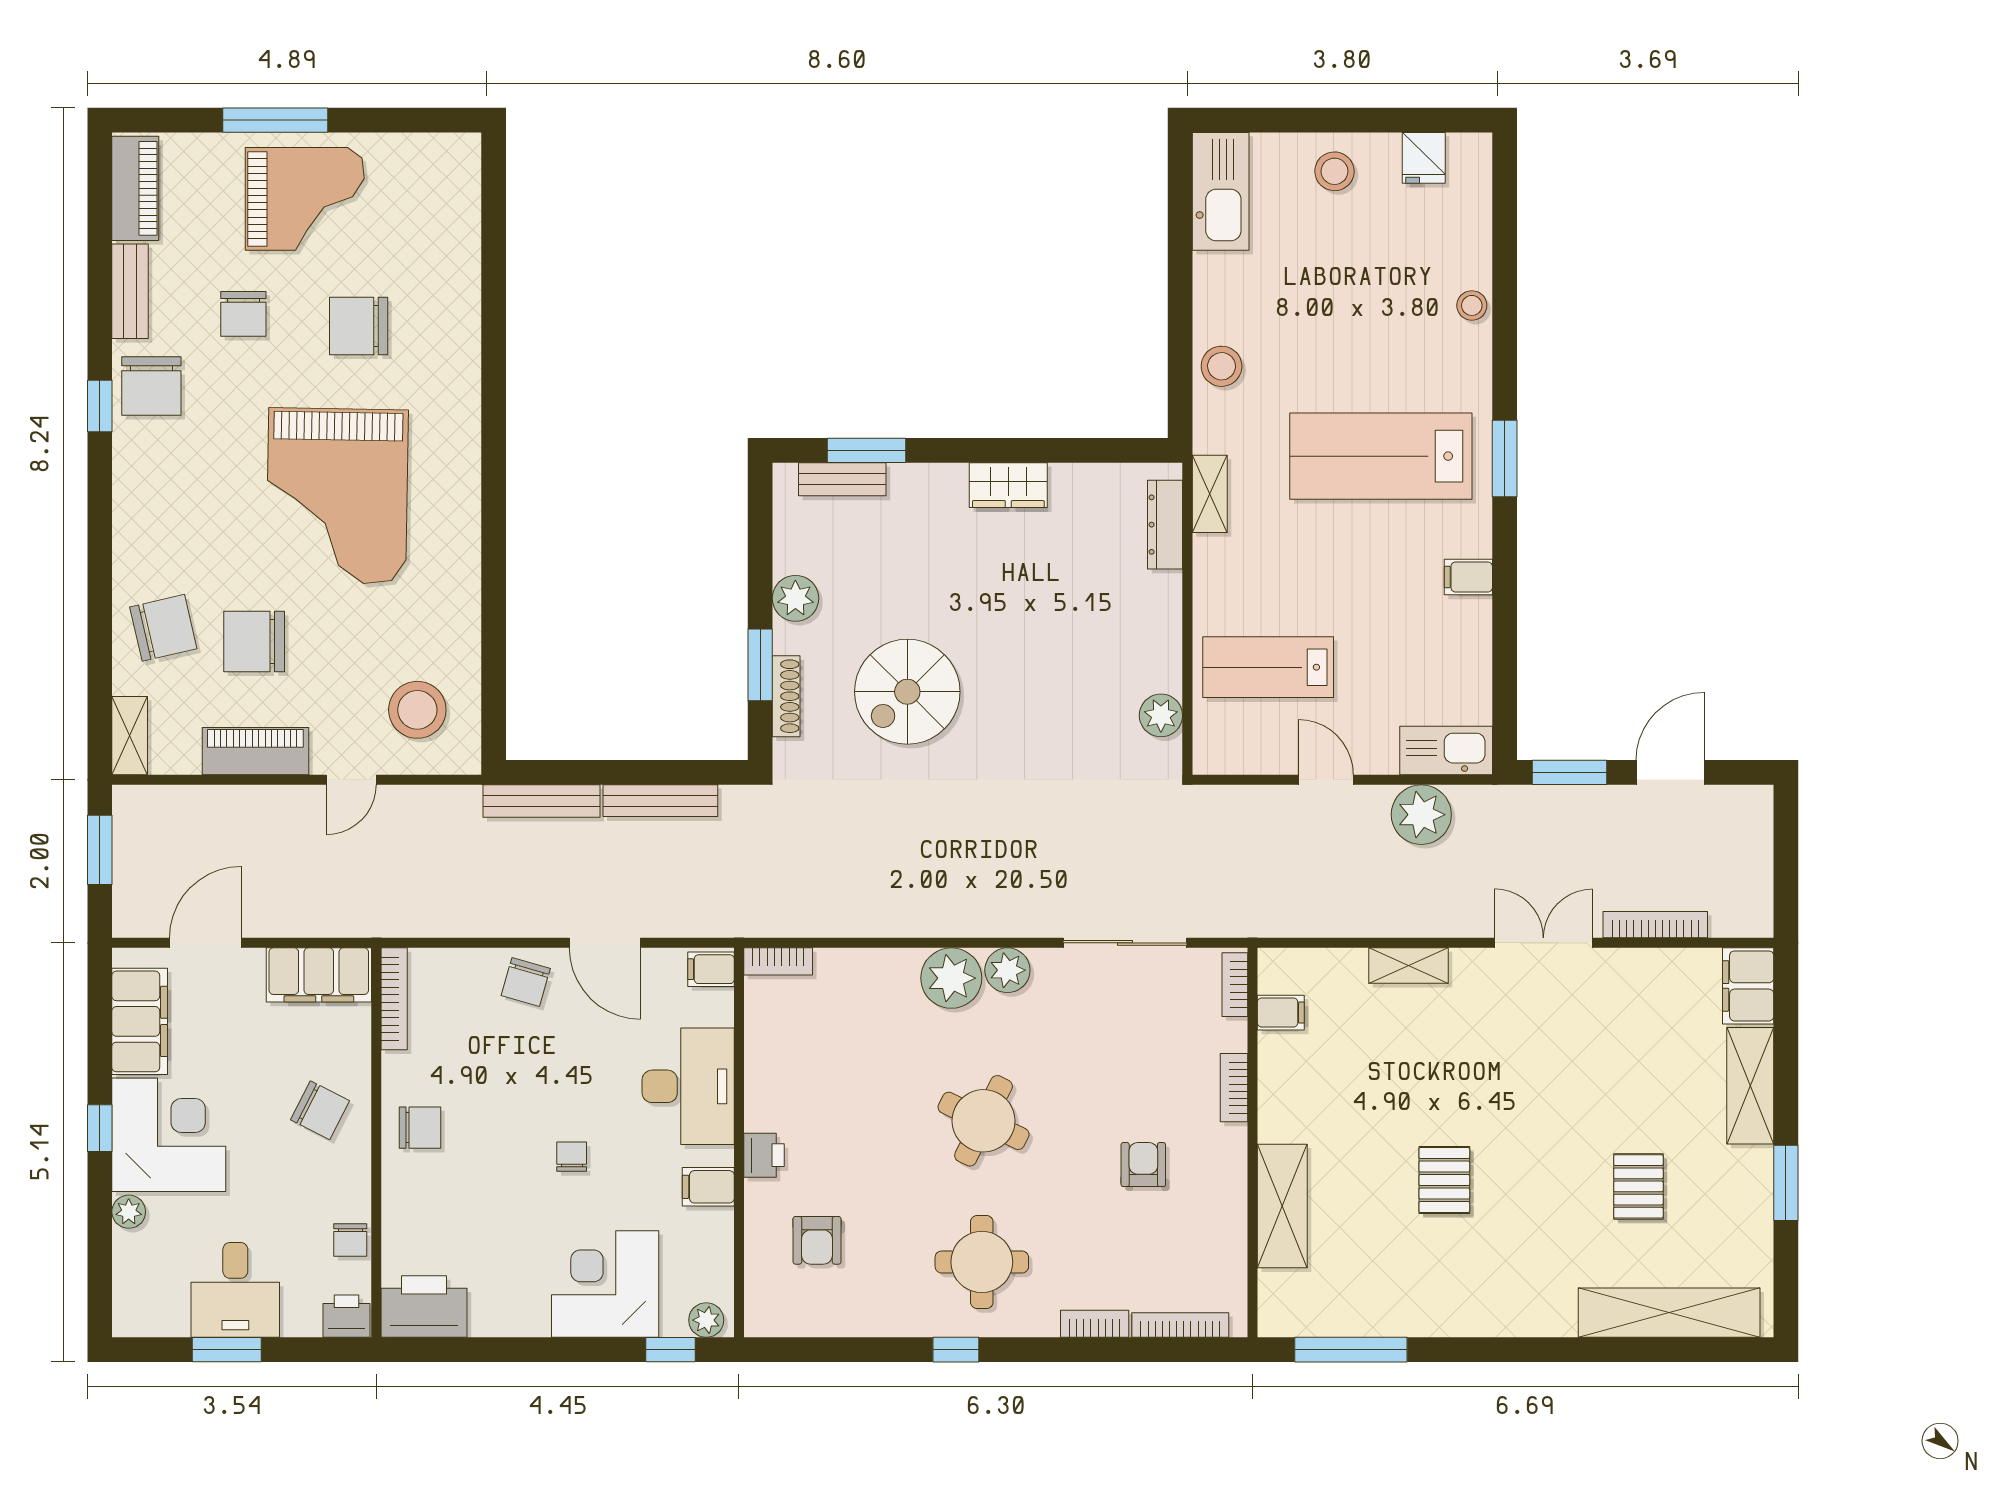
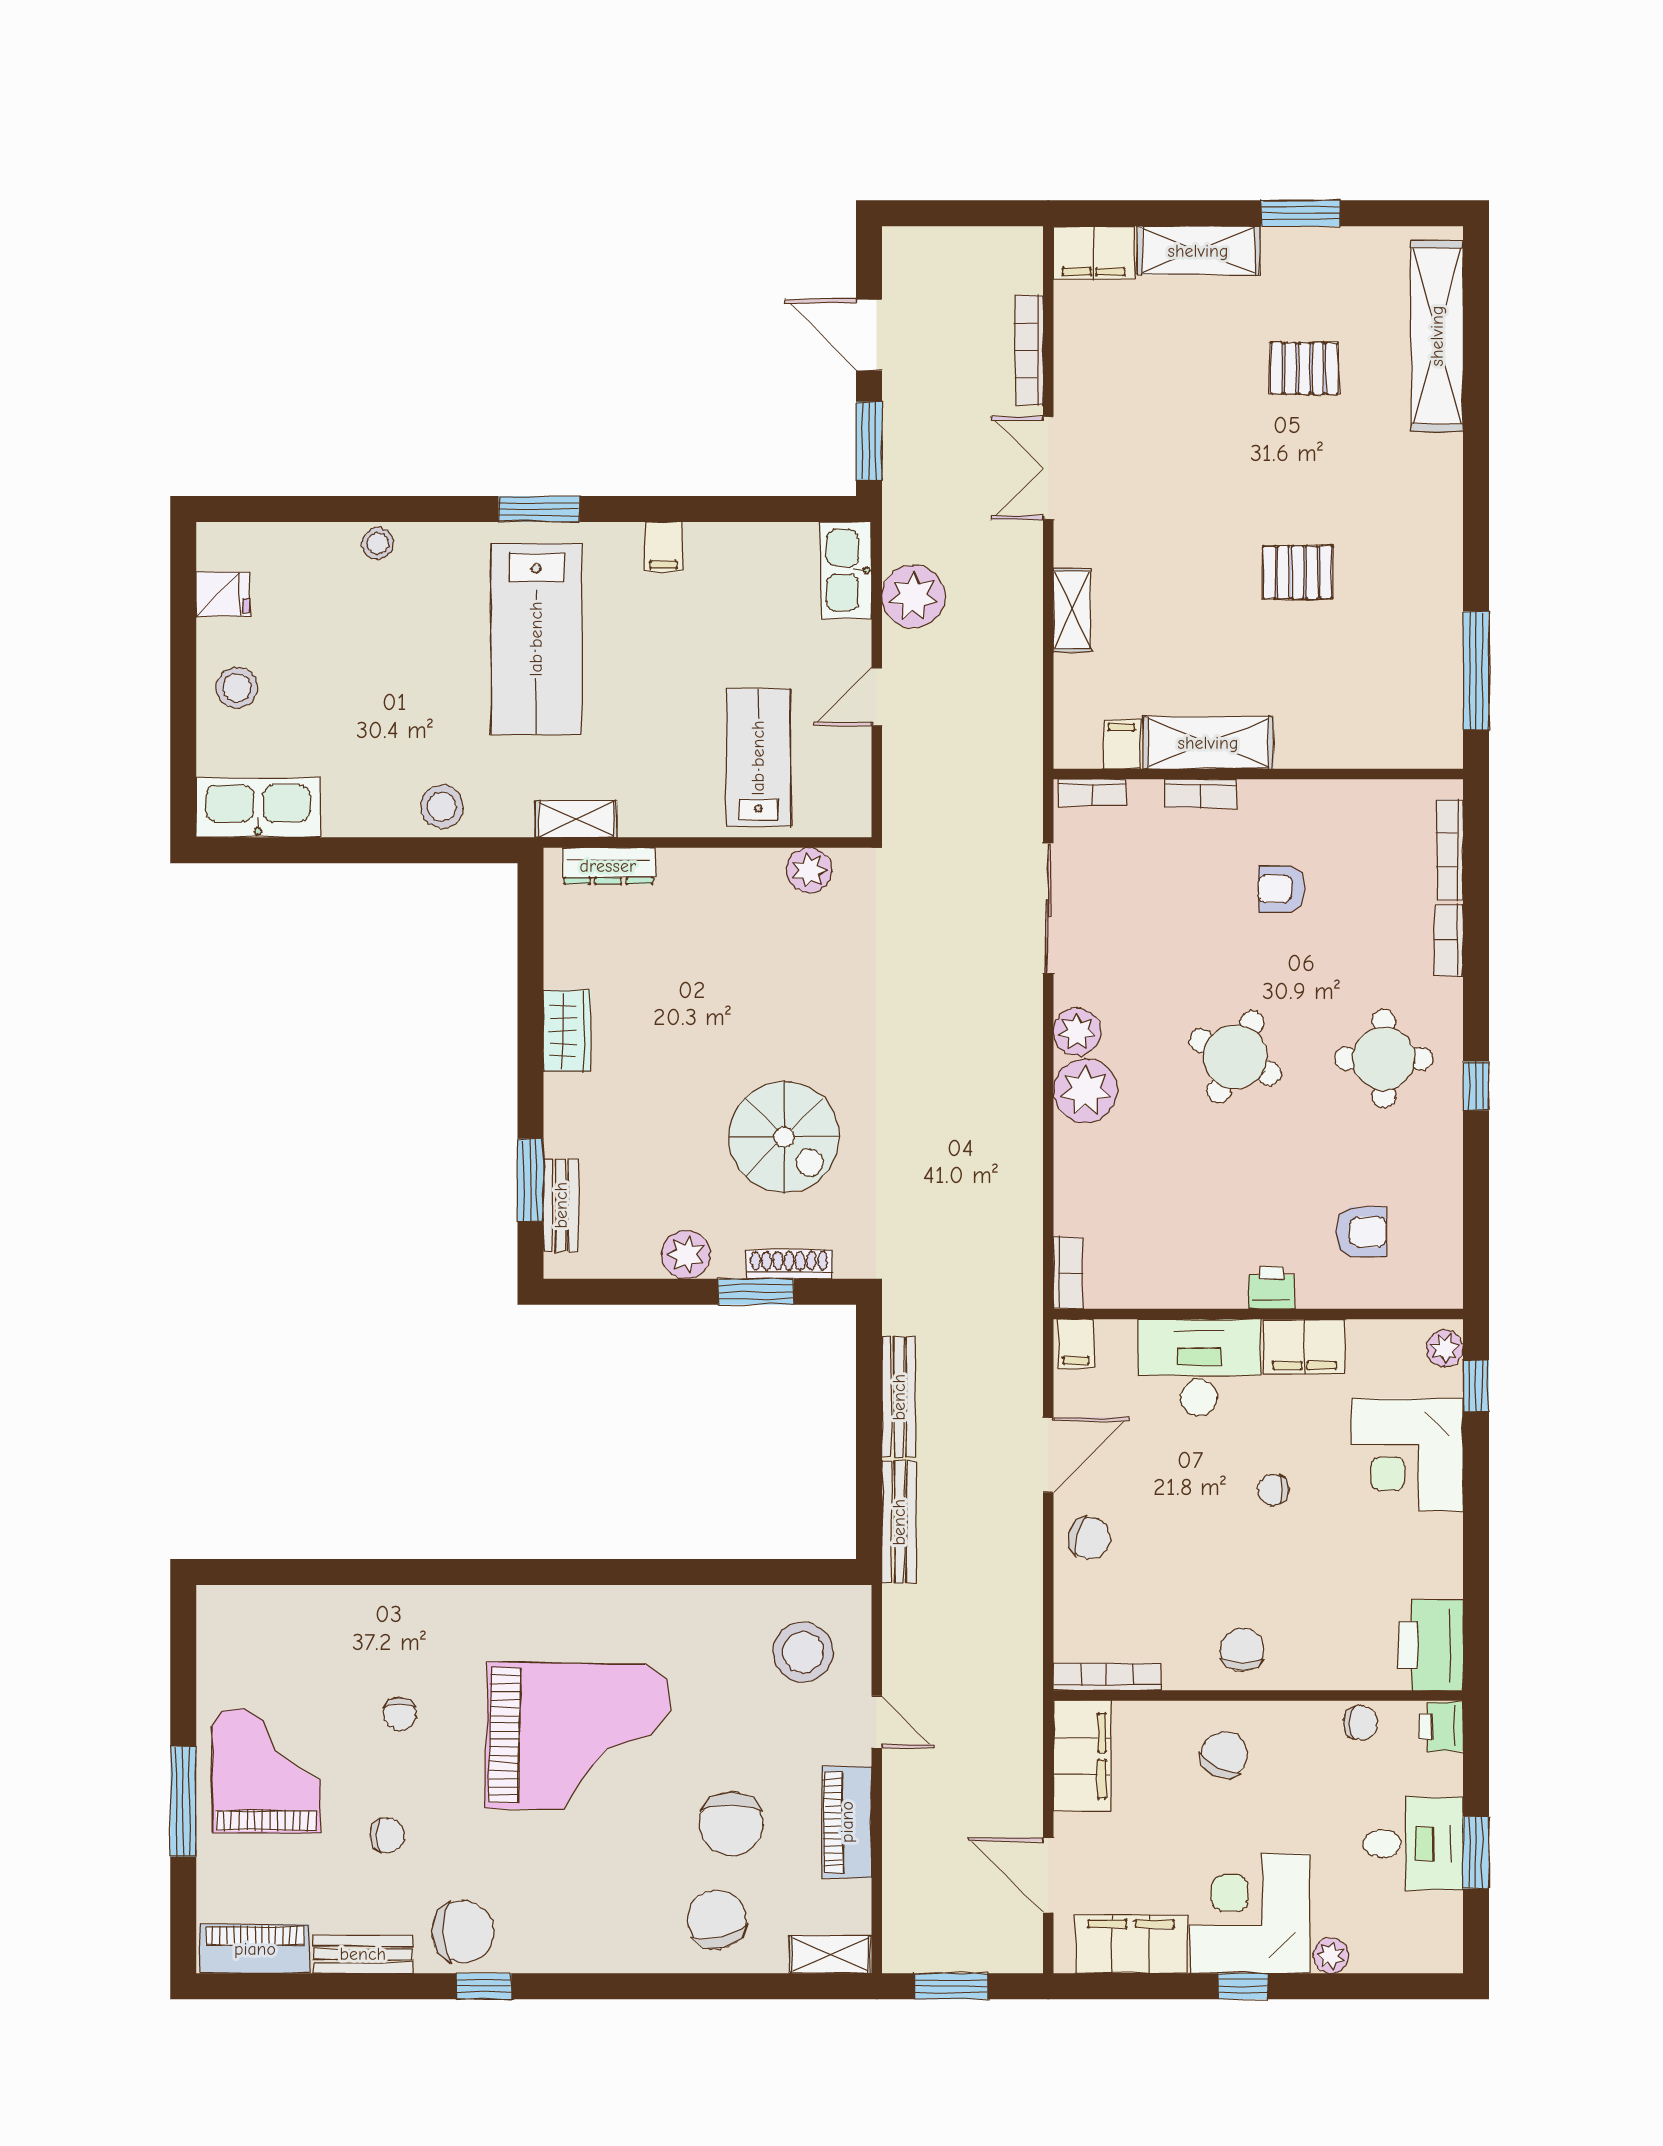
chair: (243, 314) -> (387, 1835), width x0.73, depth x0.73
chair: (359, 326) -> (400, 1714), width x0.54, depth x0.54
lab bench: (1268, 667) -> (758, 758), turned 180
filing cabinet: (708, 1187) -> (1305, 1346), width x2.00
shelving: (1282, 1206) -> (1208, 743), moved

